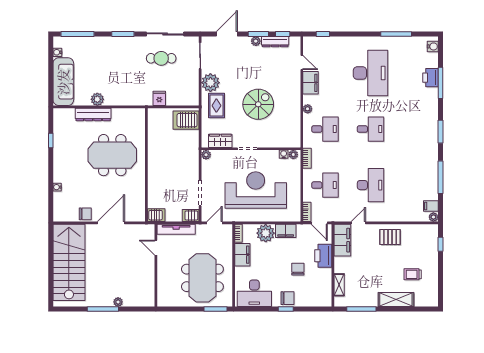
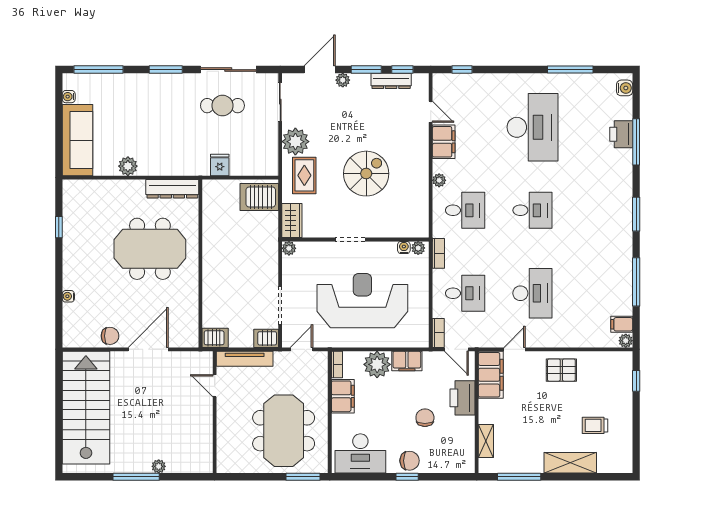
plant: (256, 41) -> (343, 80), moved
dresser: (93, 114) -> (172, 189), moved
wardrobe: (220, 141) -> (292, 220), moved, turned 90

